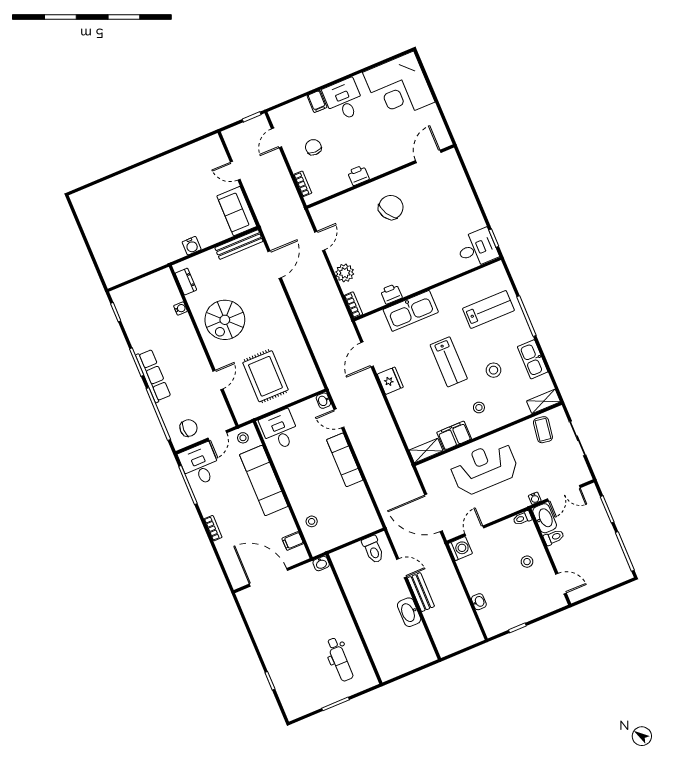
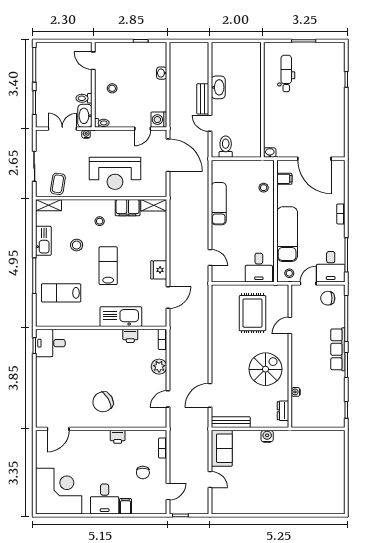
washbasin: (323, 401) -> (216, 276), removed
exam couch: (345, 460) -> (219, 204), moved

